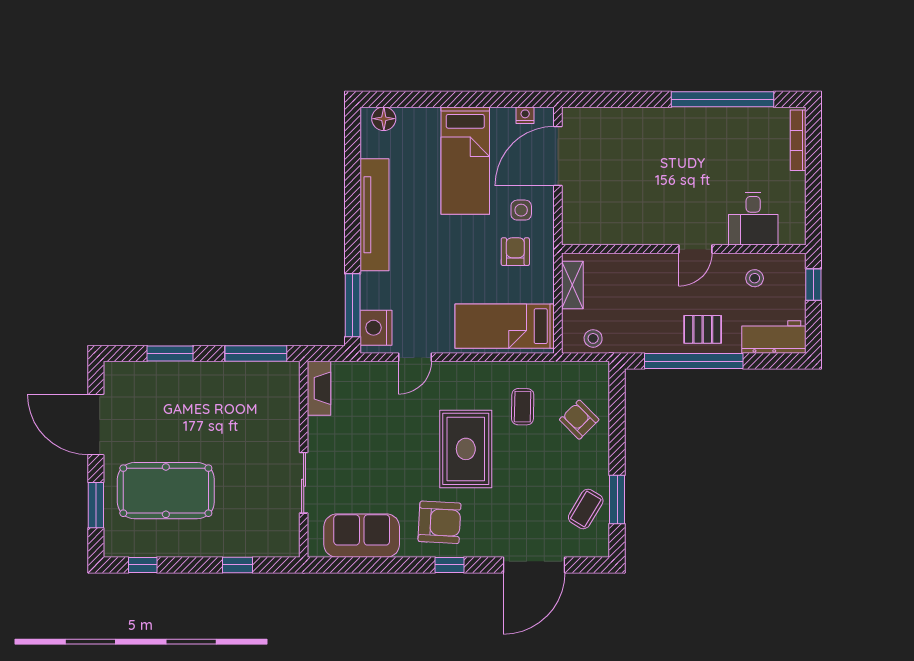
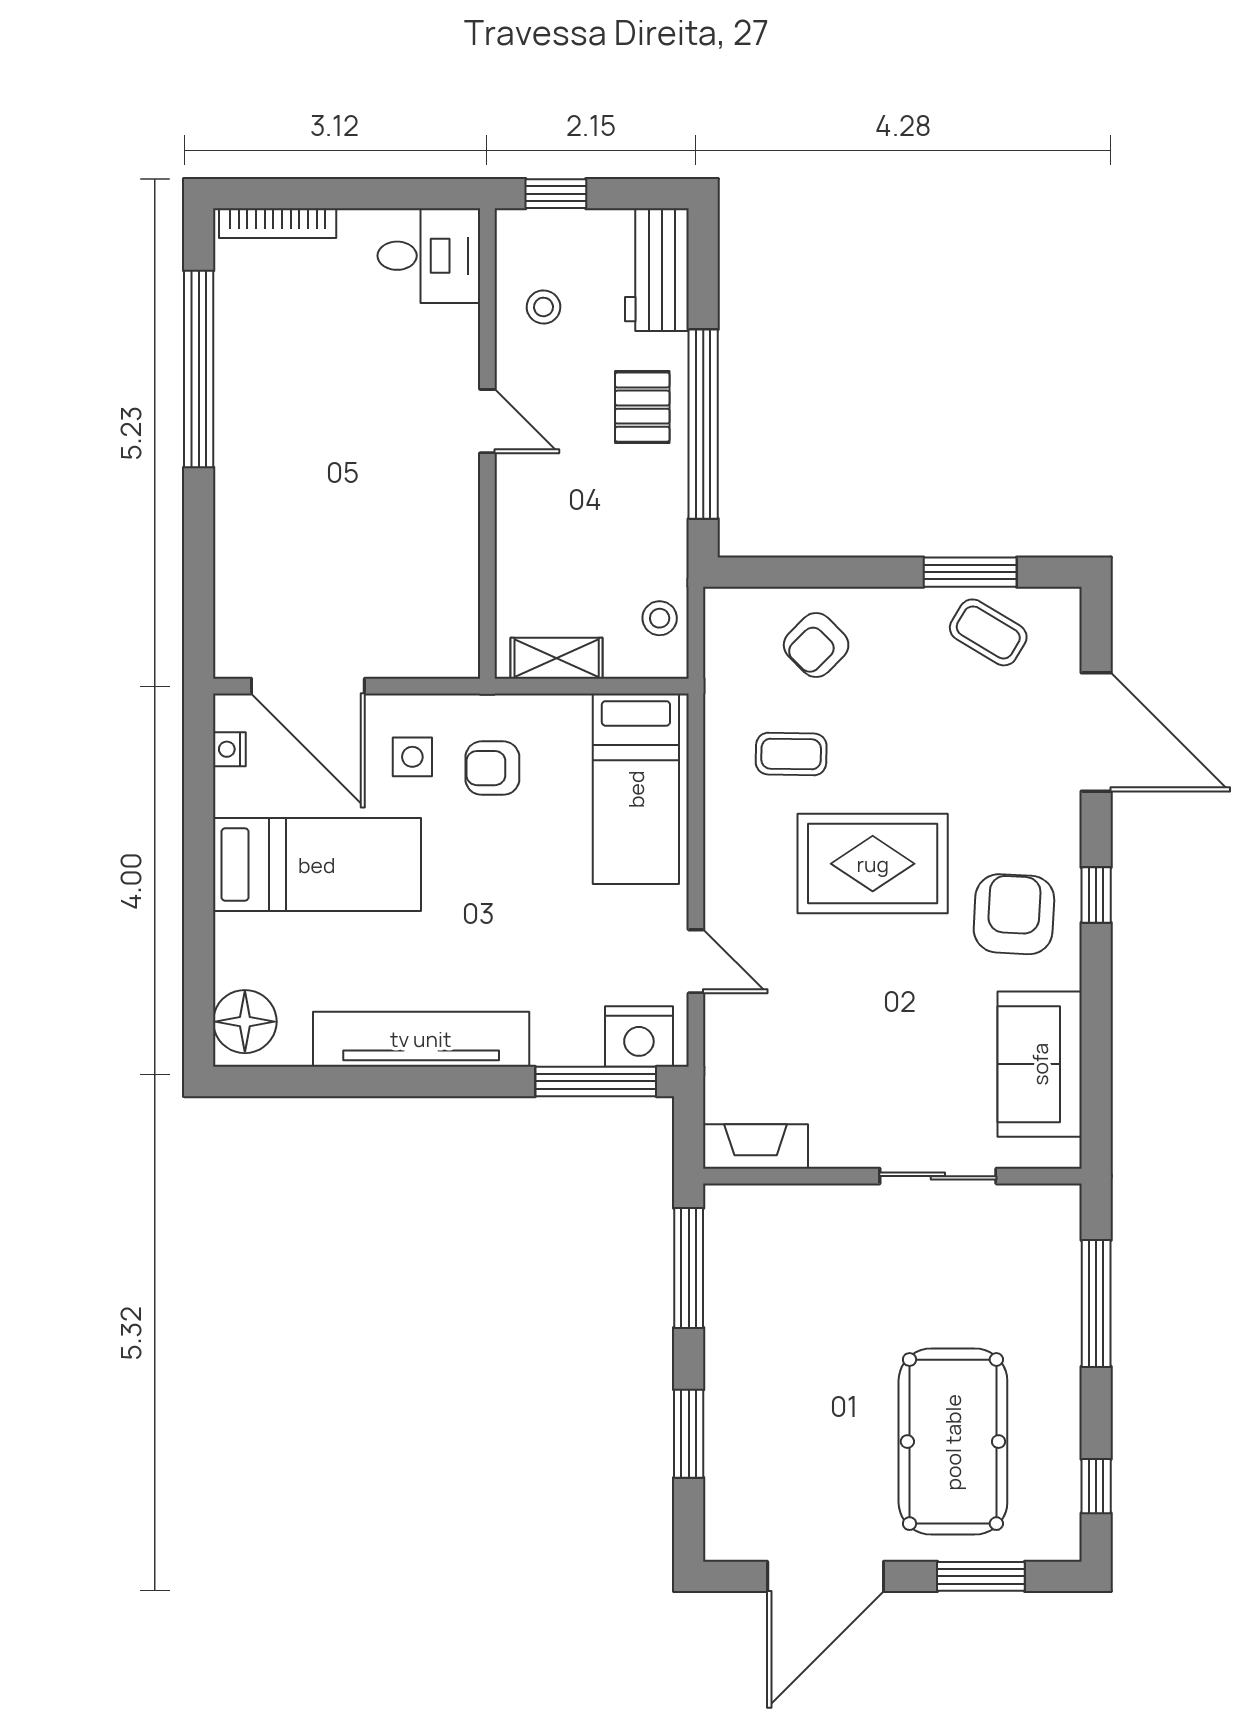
floor lamp: (384, 119) -> (245, 1022), width x1.38, depth x1.38
desk: (753, 219) -> (429, 256), moved
window: (238, 565) -> (1096, 1303), width x2.17

